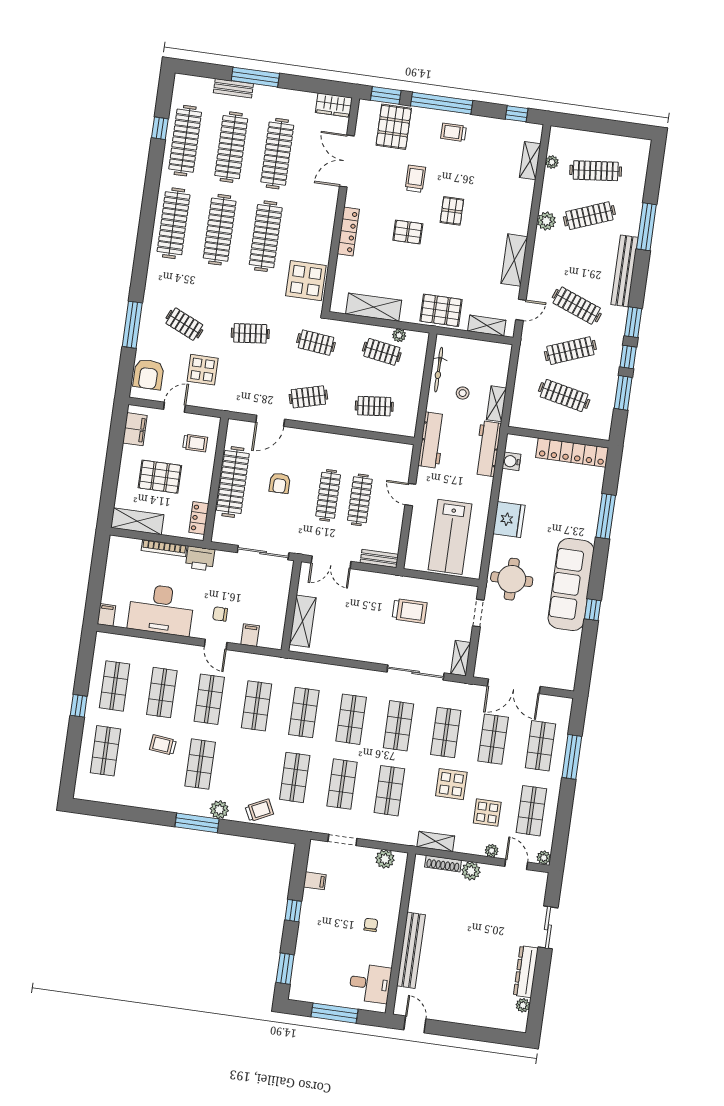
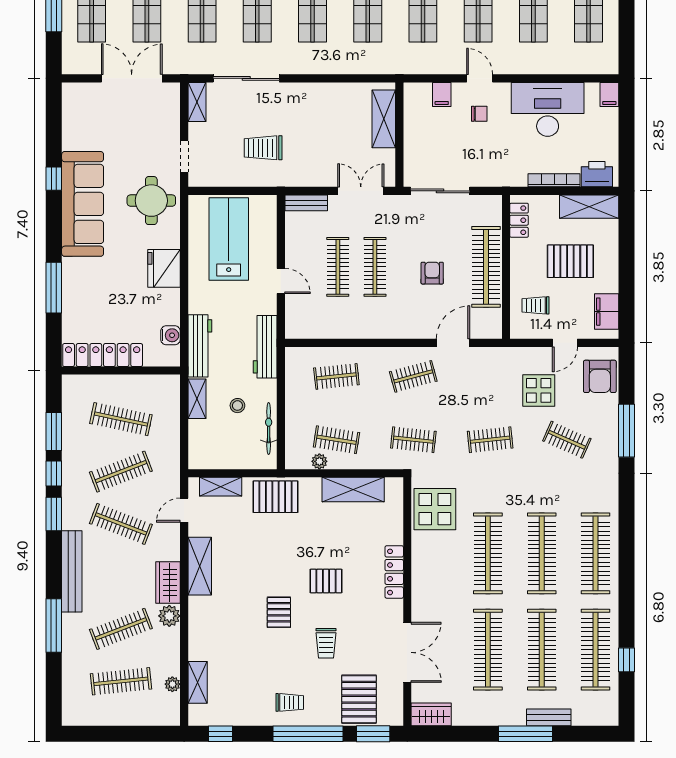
wardrobe: (543, 250) -> (168, 583), added
armchair: (148, 374) -> (600, 376), turned 180
printer: (200, 558) -> (597, 174), moved

